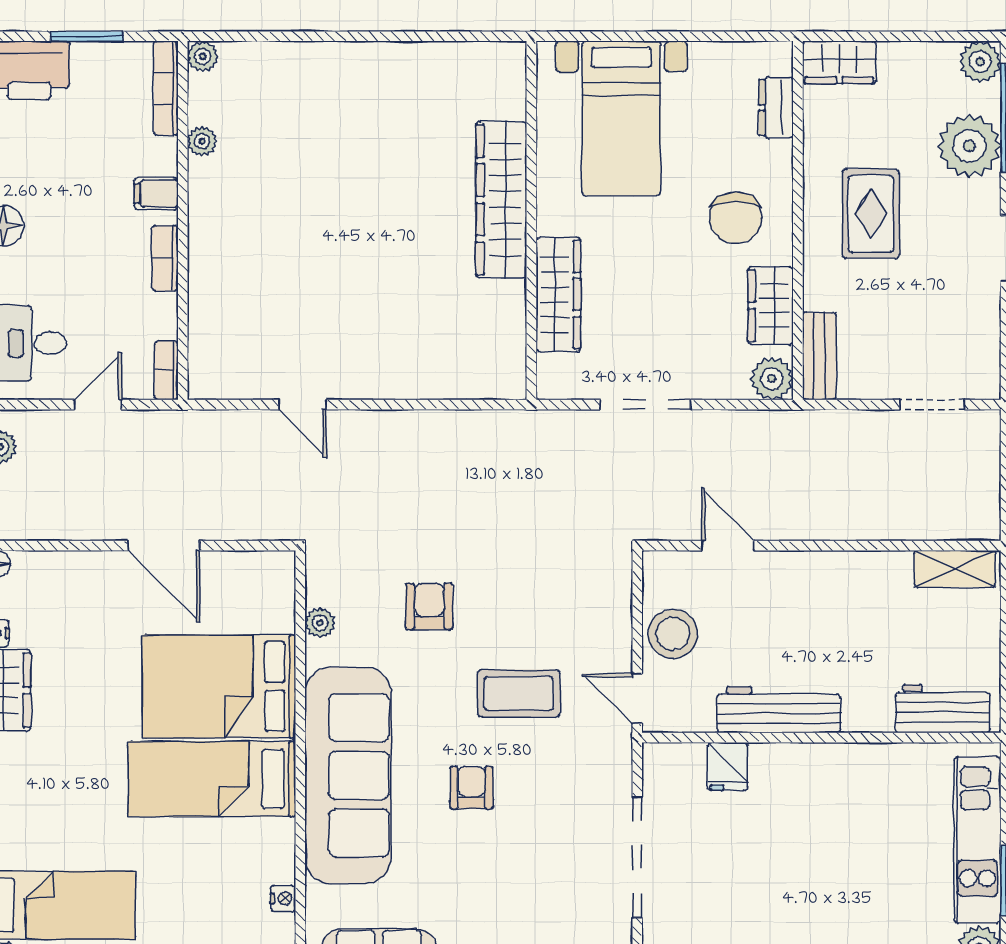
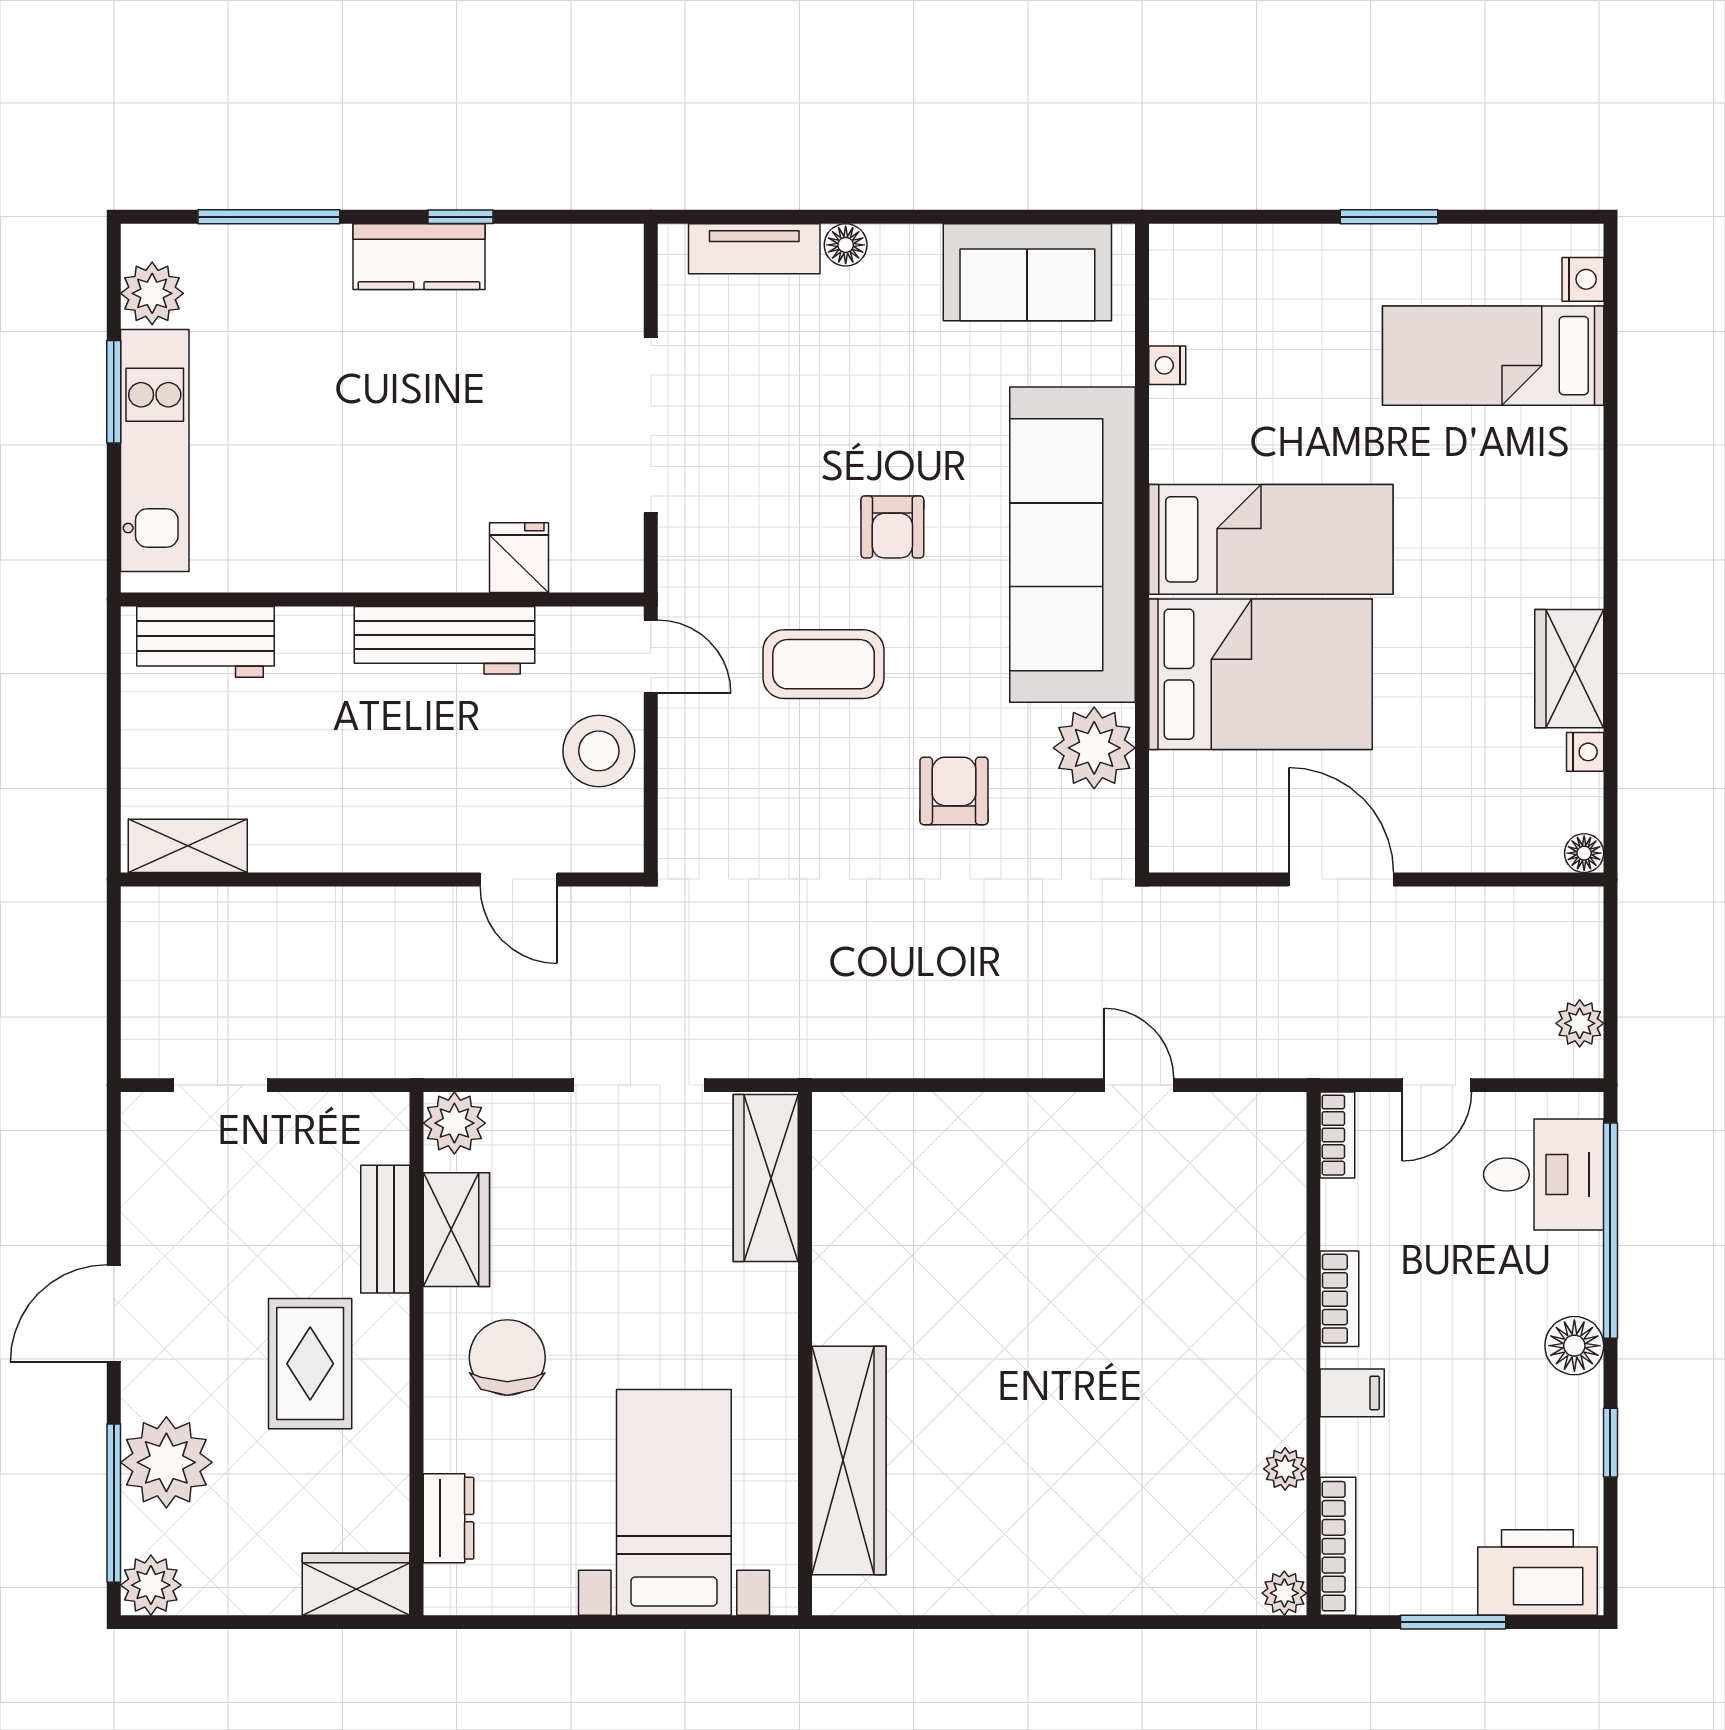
wardrobe: (501, 200) -> (849, 1461), moved
wardrobe: (558, 294) -> (766, 1178), moved
bench: (819, 356) -> (385, 1229), moved
armchair: (429, 606) -> (954, 791), turned 180
plant: (320, 623) -> (1094, 748), width x1.88, depth x1.88

